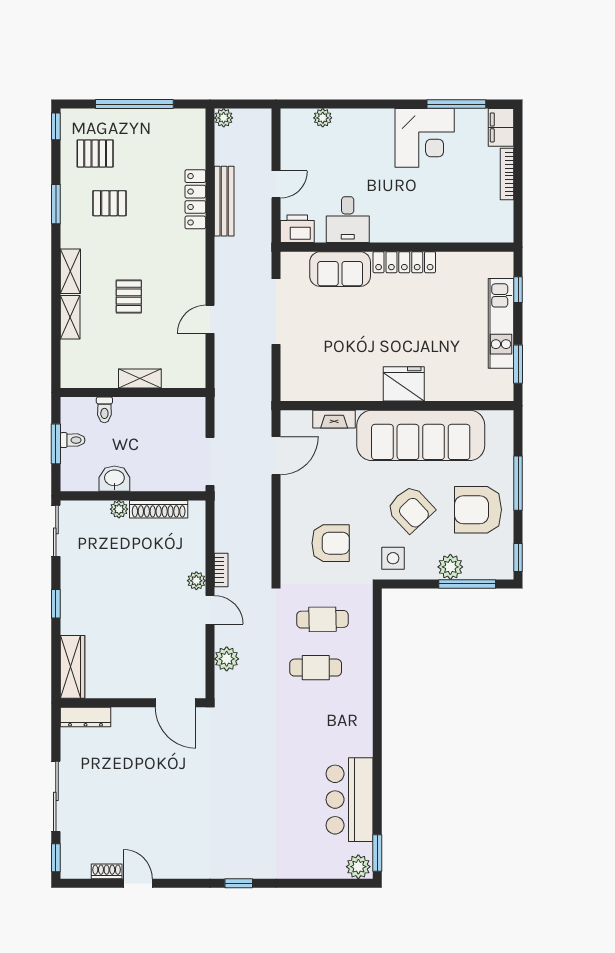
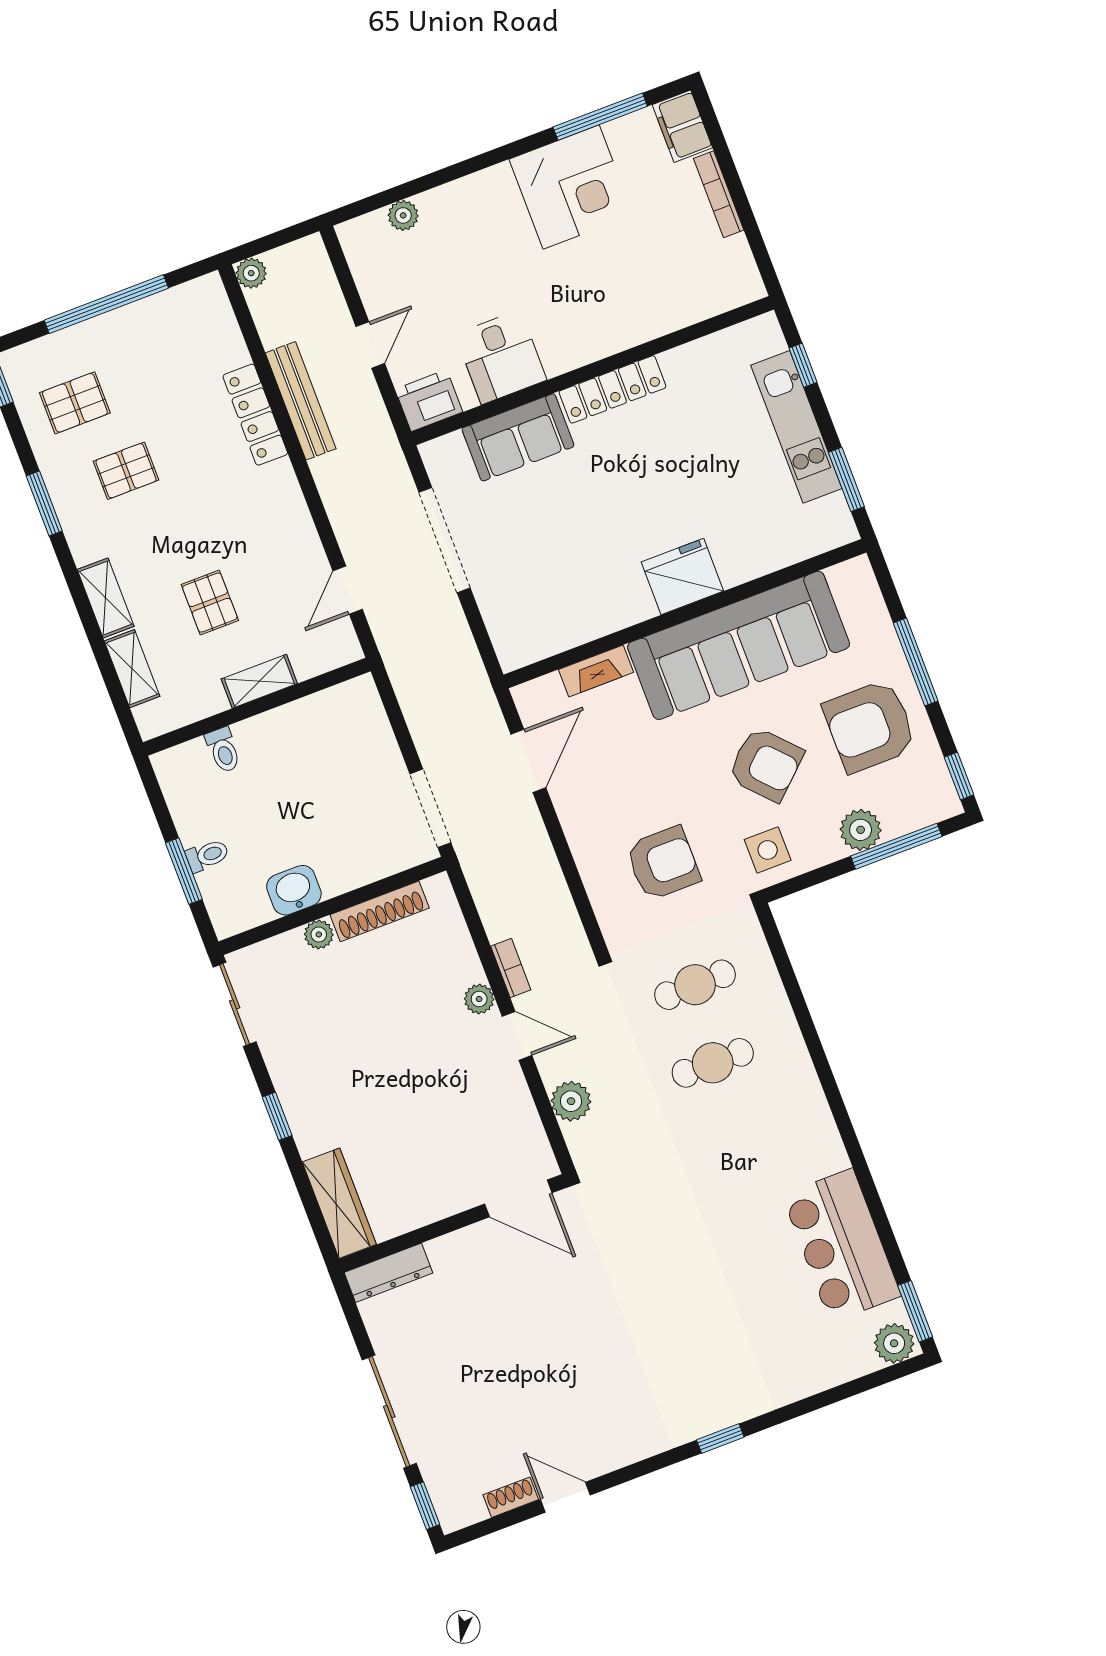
shelving: (140, 378) -> (259, 681), moved
wall: (133, 392) -> (257, 707), moved
toilet: (104, 410) -> (223, 750), moved

